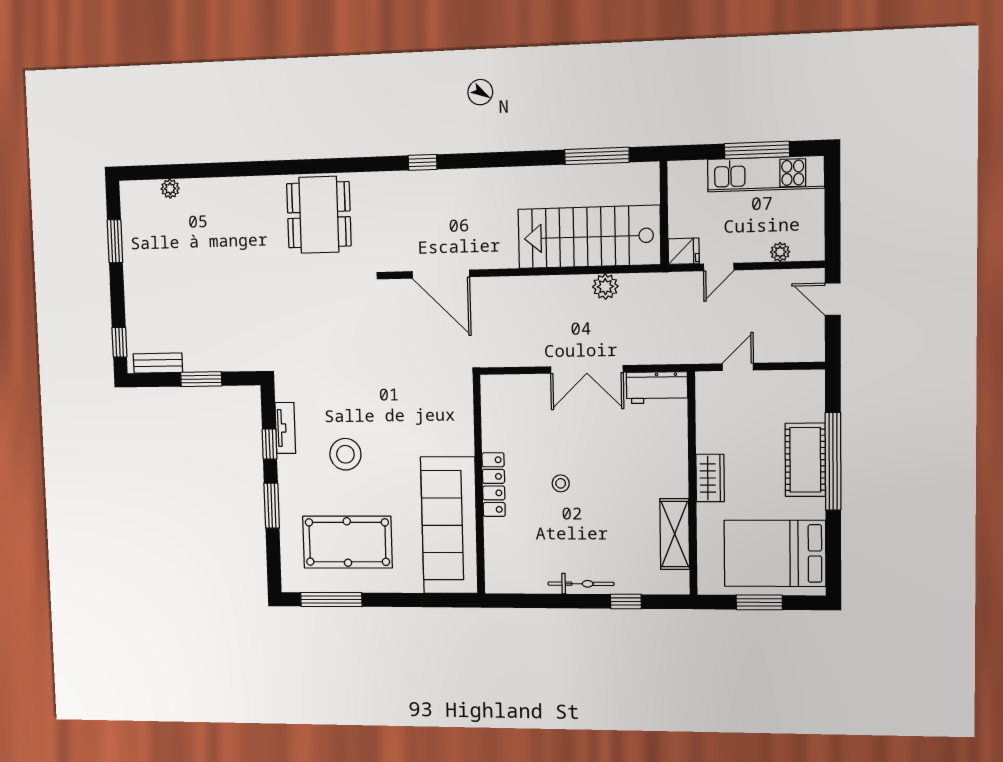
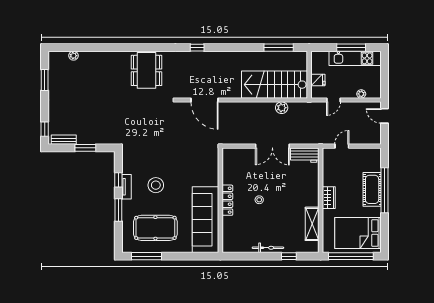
fridge: (684, 251) -> (318, 80), moved
tv unit: (285, 428) -> (126, 187), moved
window: (759, 602) -> (351, 256), width x2.11

